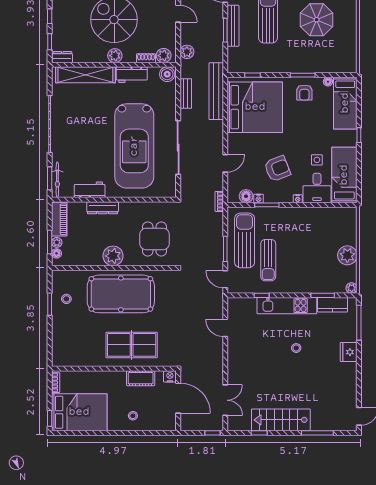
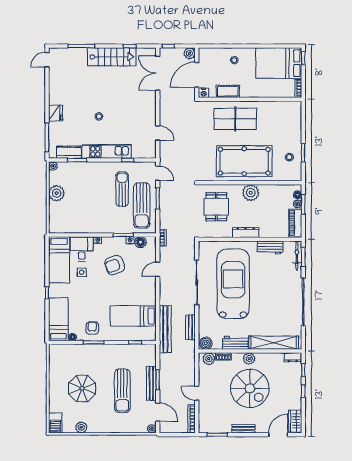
plant: (187, 52) -> (189, 53), moved
bed: (255, 107) -> (133, 316), width x0.49
dresser: (103, 208) -> (246, 233), moved
door: (178, 398) -> (197, 75), hinge flipped
double door: (225, 400) -> (158, 73), width x1.37

